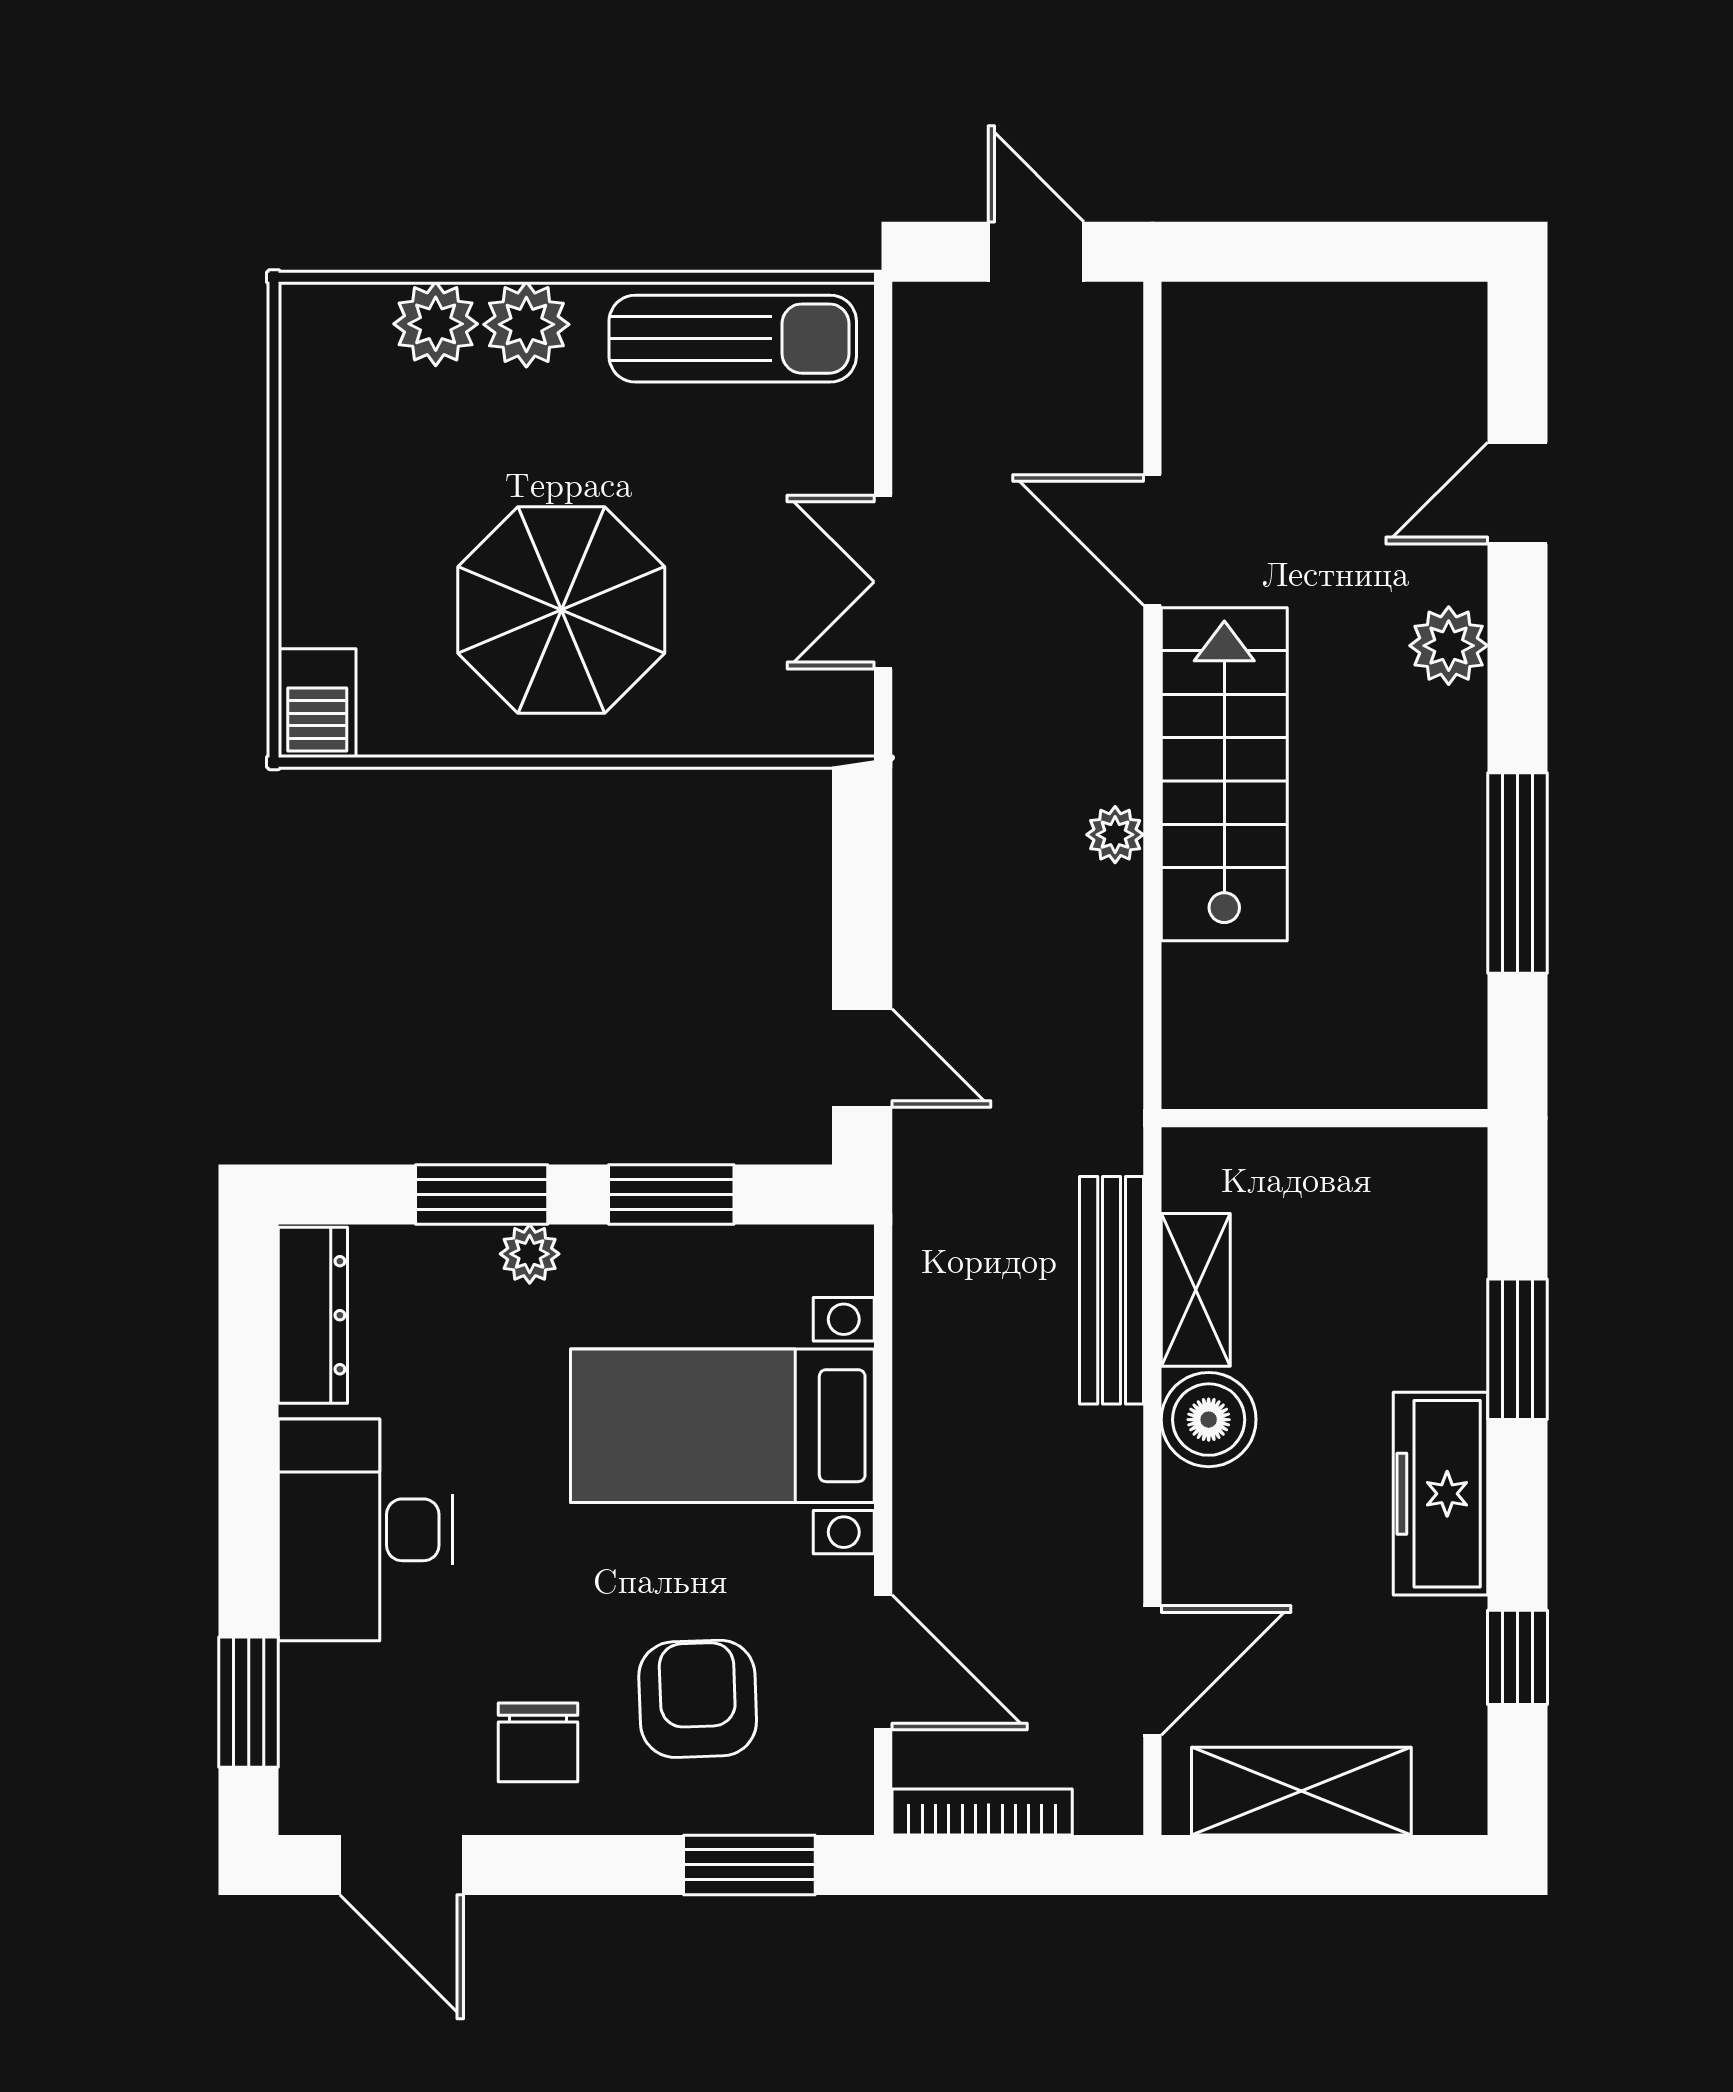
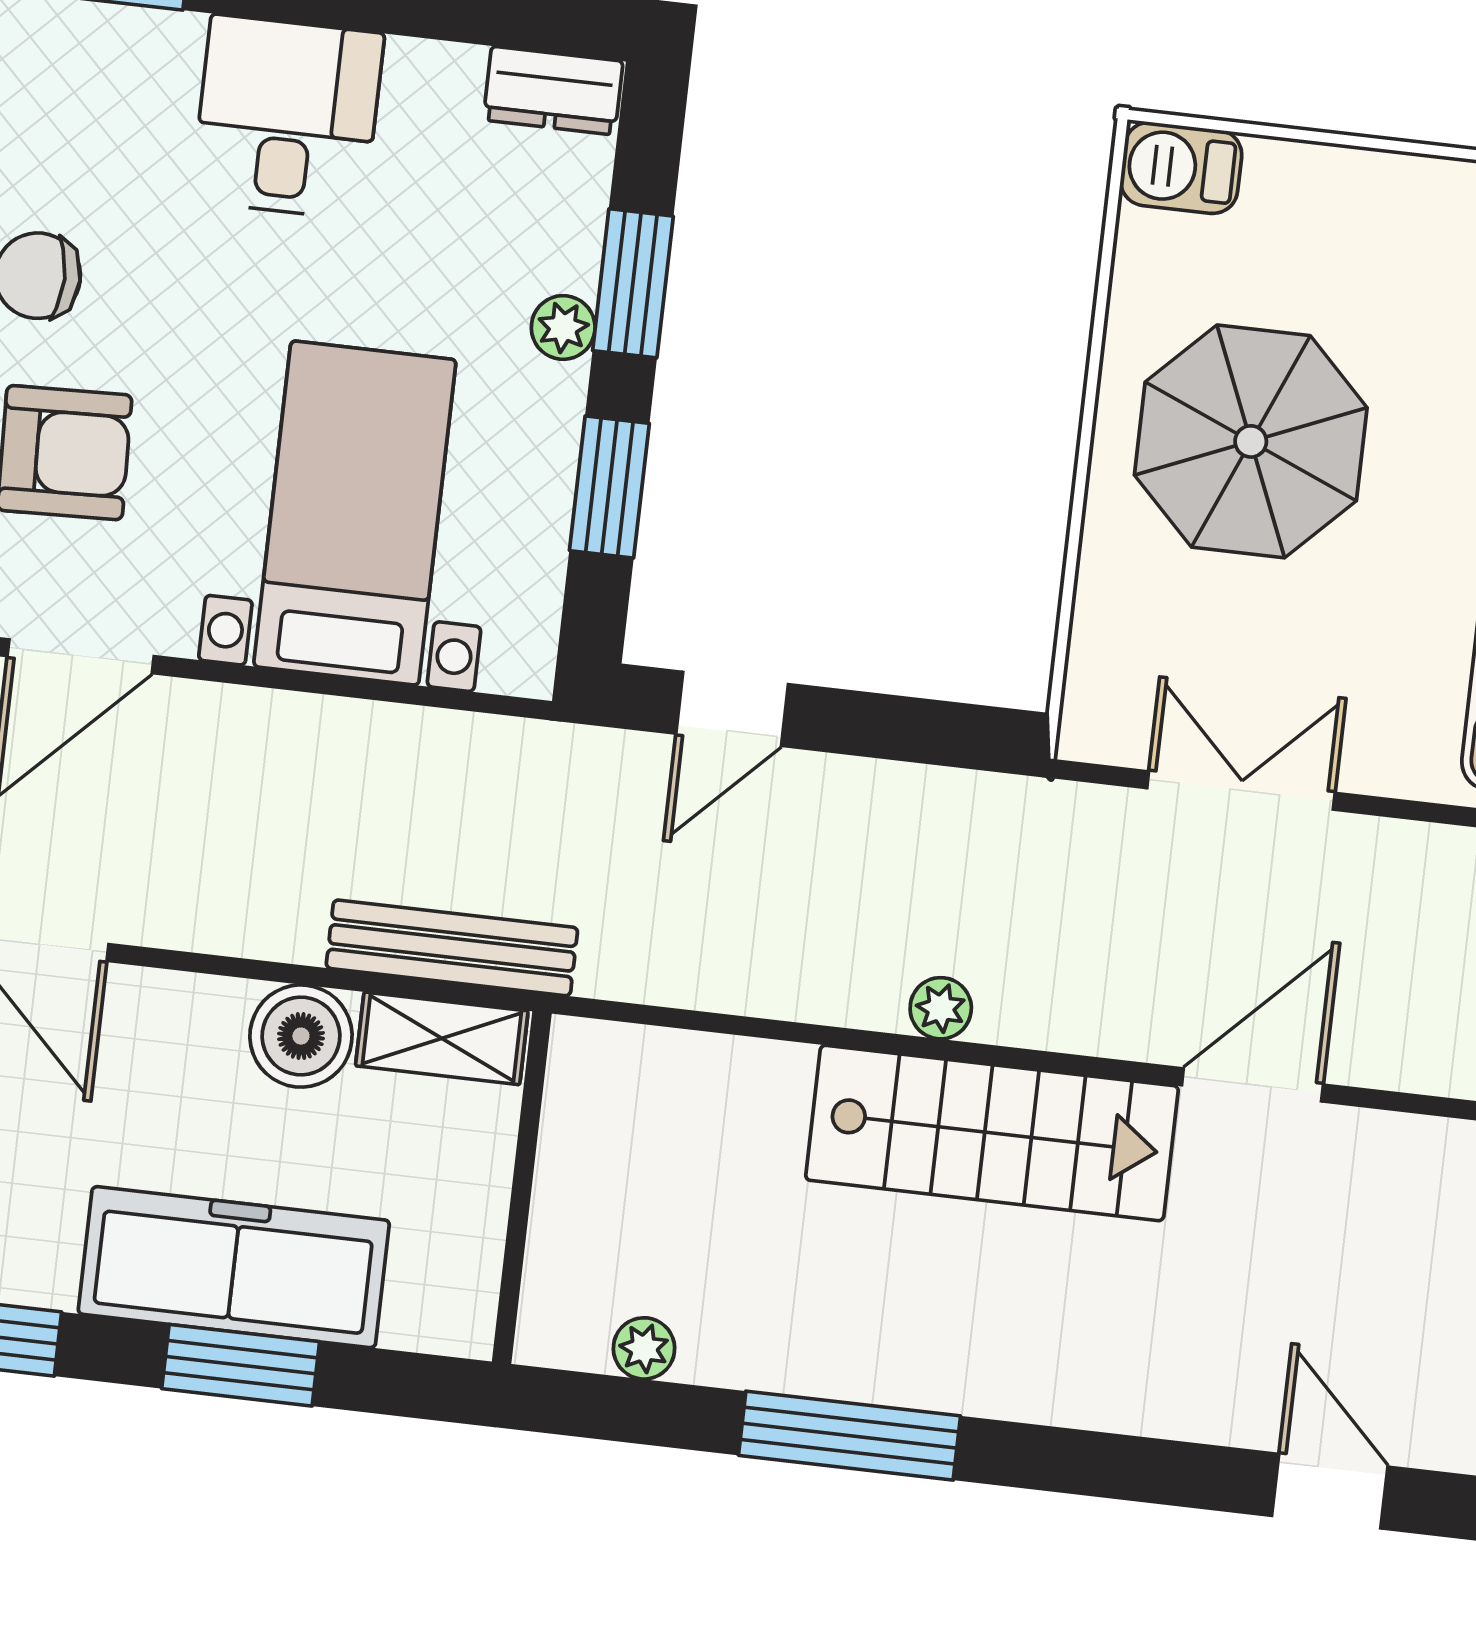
door: (1518, 493) -> (1330, 1491), moved
plant: (1449, 646) -> (644, 1348), moved, width x0.73, depth x0.73
wall: (1324, 1118) -> (522, 1188), moved
dresser: (313, 1315) -> (553, 91), width x0.70
window: (1518, 1349) -> (241, 1365), moved
freezer: (1440, 1494) -> (234, 1267), width x1.36, depth x1.26
desk: (366, 1530) -> (287, 117), width x0.73

